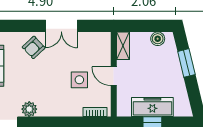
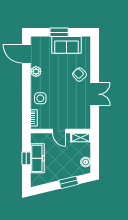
double door: (61, 26) -> (95, 94), swing flipped
door: (114, 76) -> (59, 131), swing flipped
side table: (79, 80) -> (40, 98), moved

